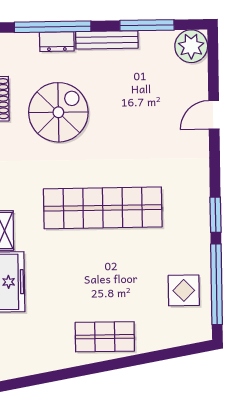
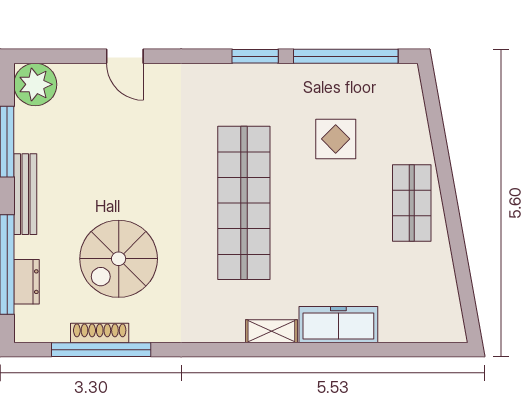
dresser: (57, 42) -> (26, 282), moved
spiral stairs: (58, 112) -> (119, 259), turned -90
display table: (184, 290) -> (336, 139), moved

